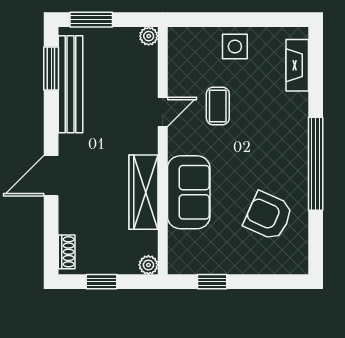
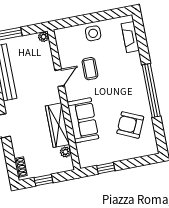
plant: (148, 265) -> (65, 152), moved

